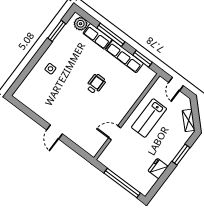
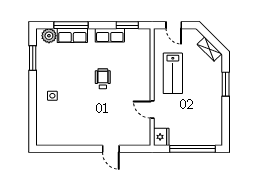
window: (111, 35) -> (71, 25), moved
row of seats: (124, 57) -> (110, 35), width x0.68
door: (55, 132) -> (111, 149), moved
door: (115, 133) -> (152, 110), hinge flipped
fridge: (158, 169) -> (161, 137), moved, turned 180

